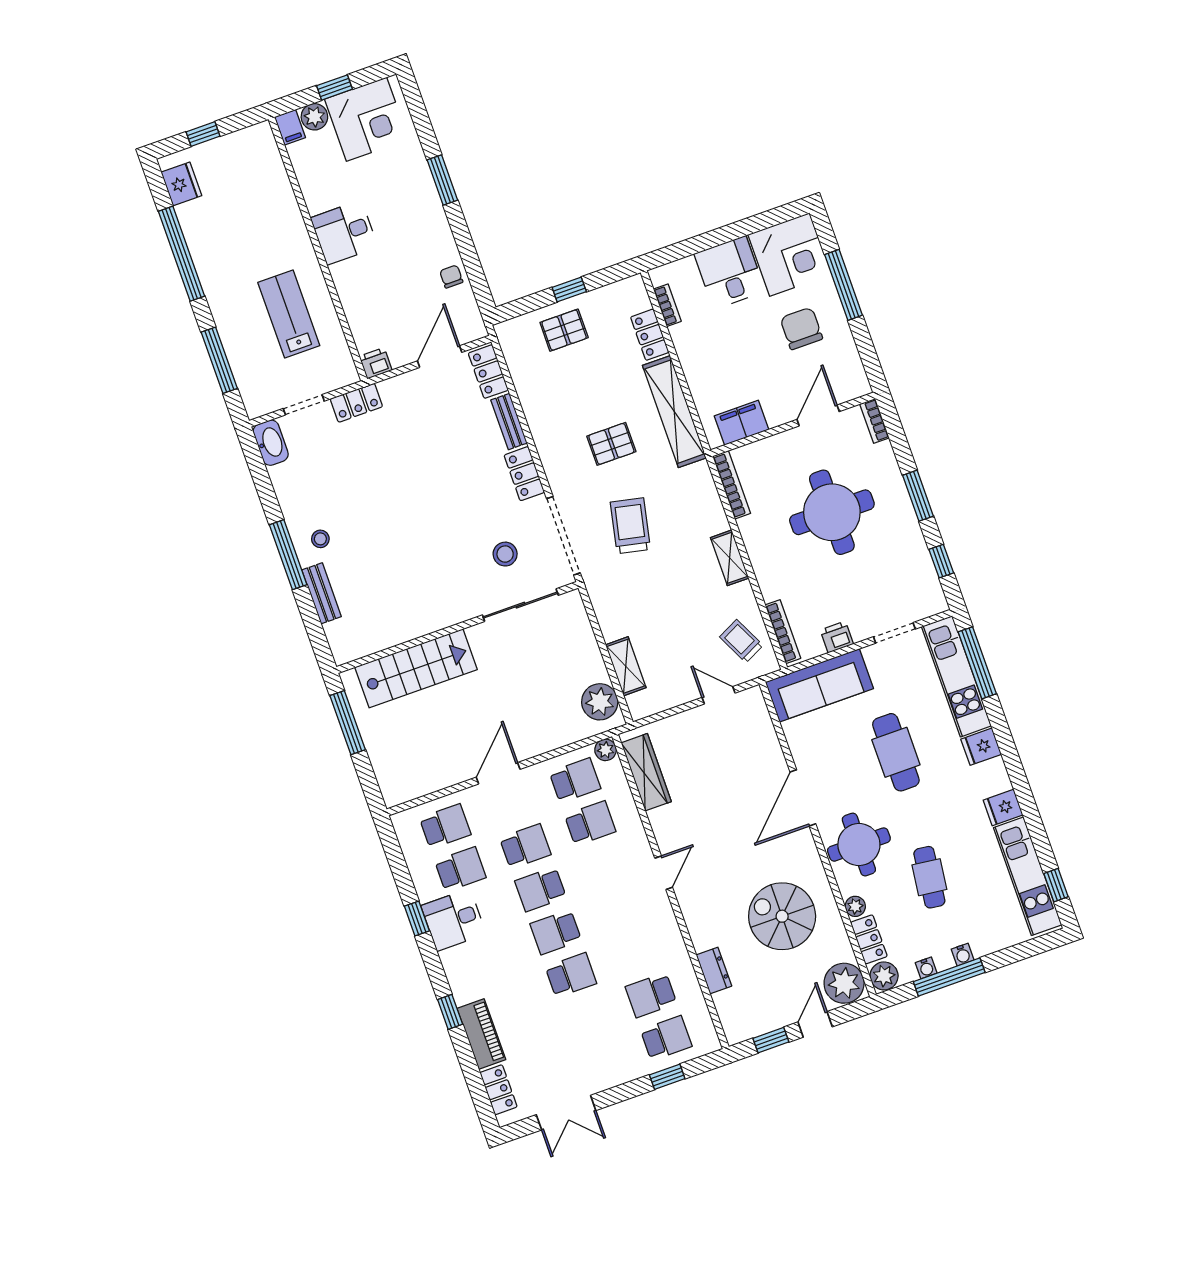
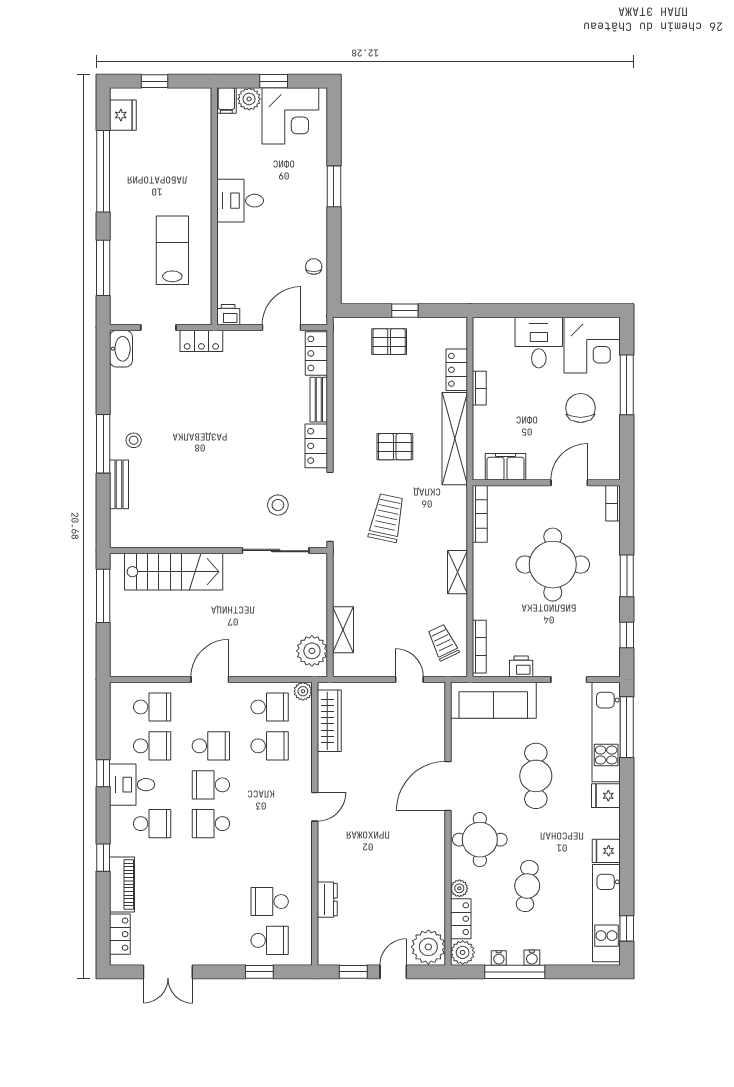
bookcase: (667, 305) -> (479, 388), moved
spiral stairs: (782, 916) -> (398, 875), removed
school desk: (571, 975) -> (152, 824), moved

